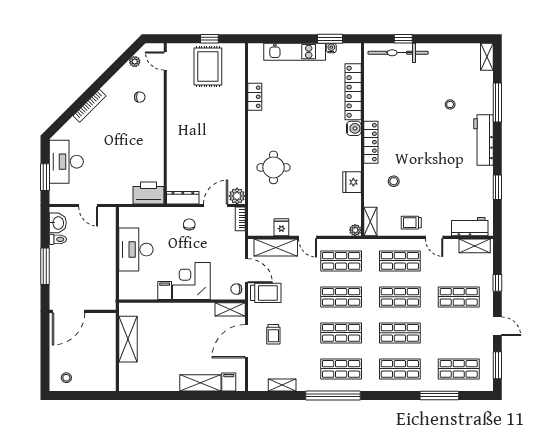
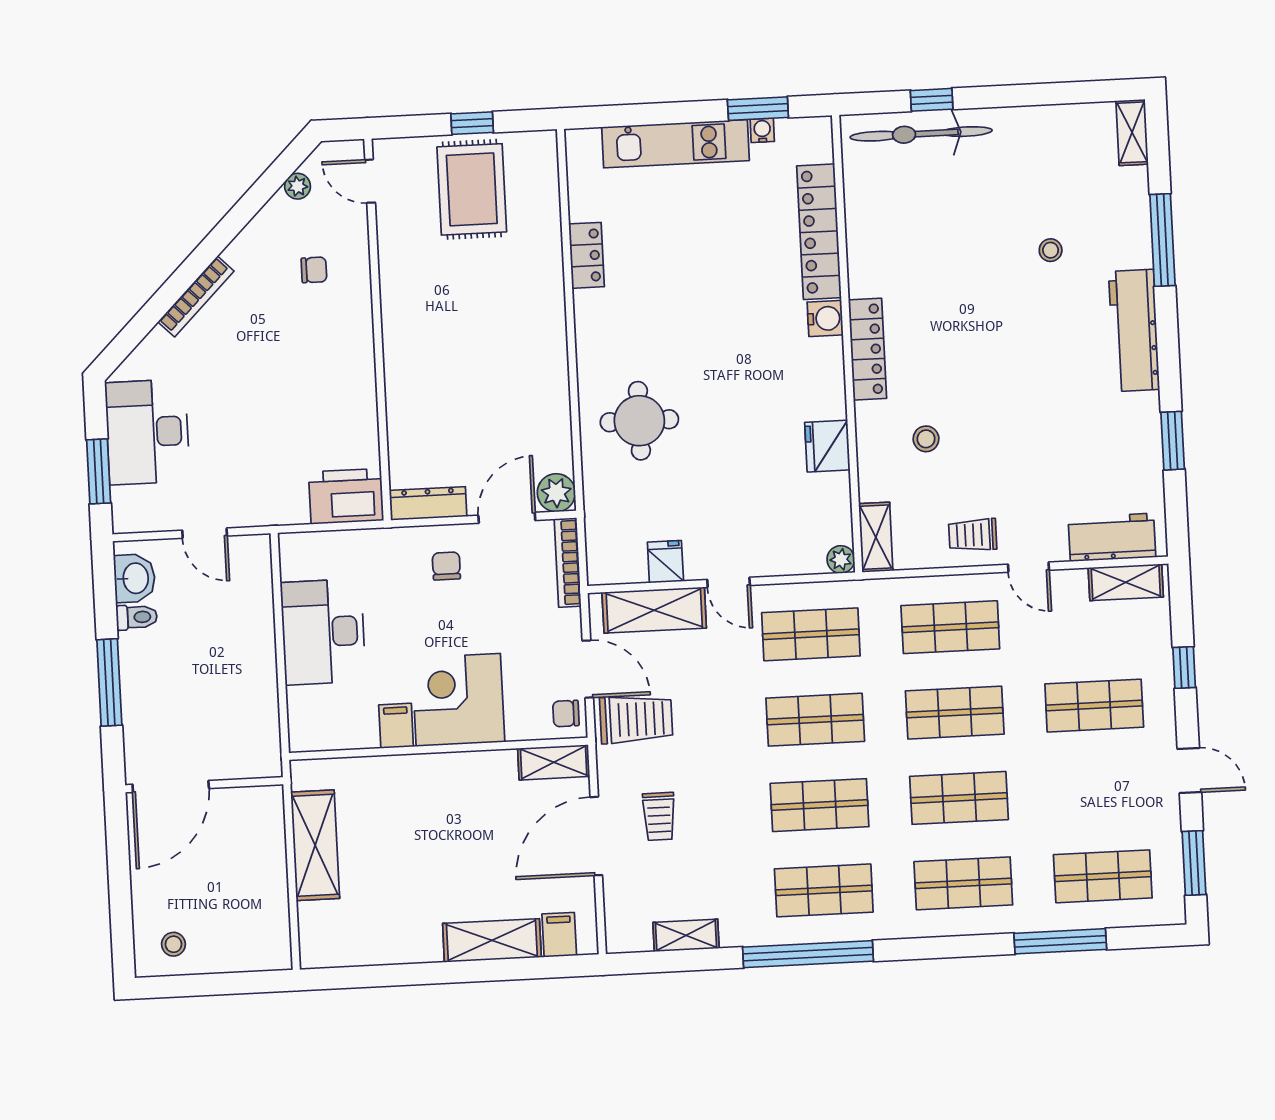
bookcase: (240, 219) -> (568, 563), width x1.56

